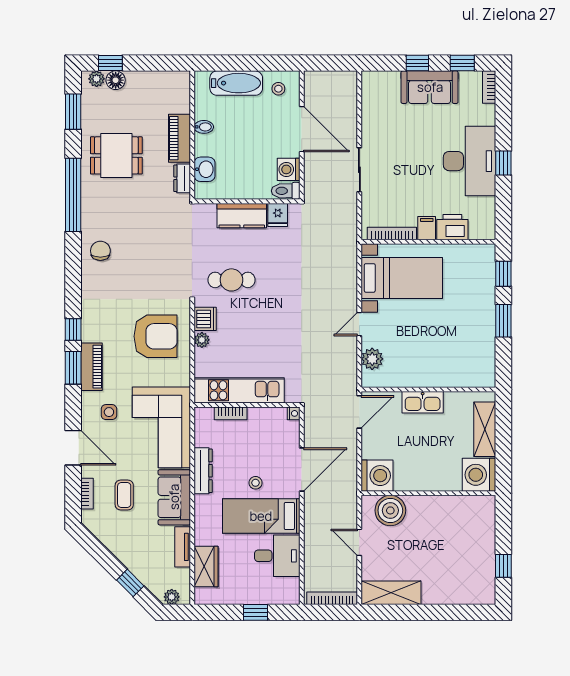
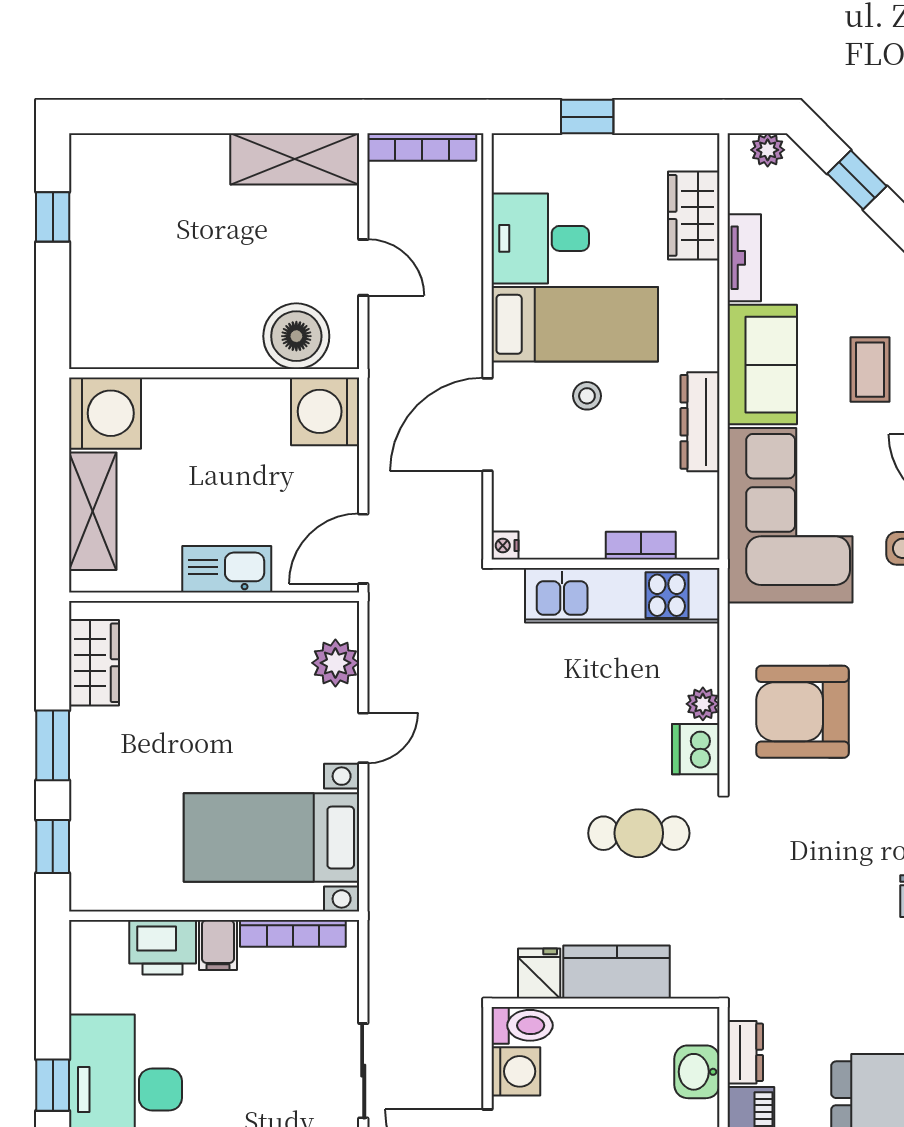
wardrobe: (484, 359) -> (94, 663), added

